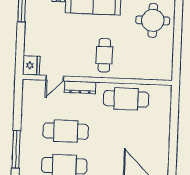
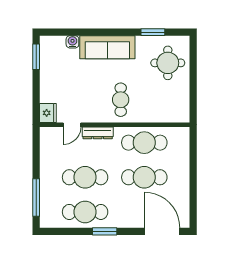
cafe table: (125, 133) -> (144, 177), added

